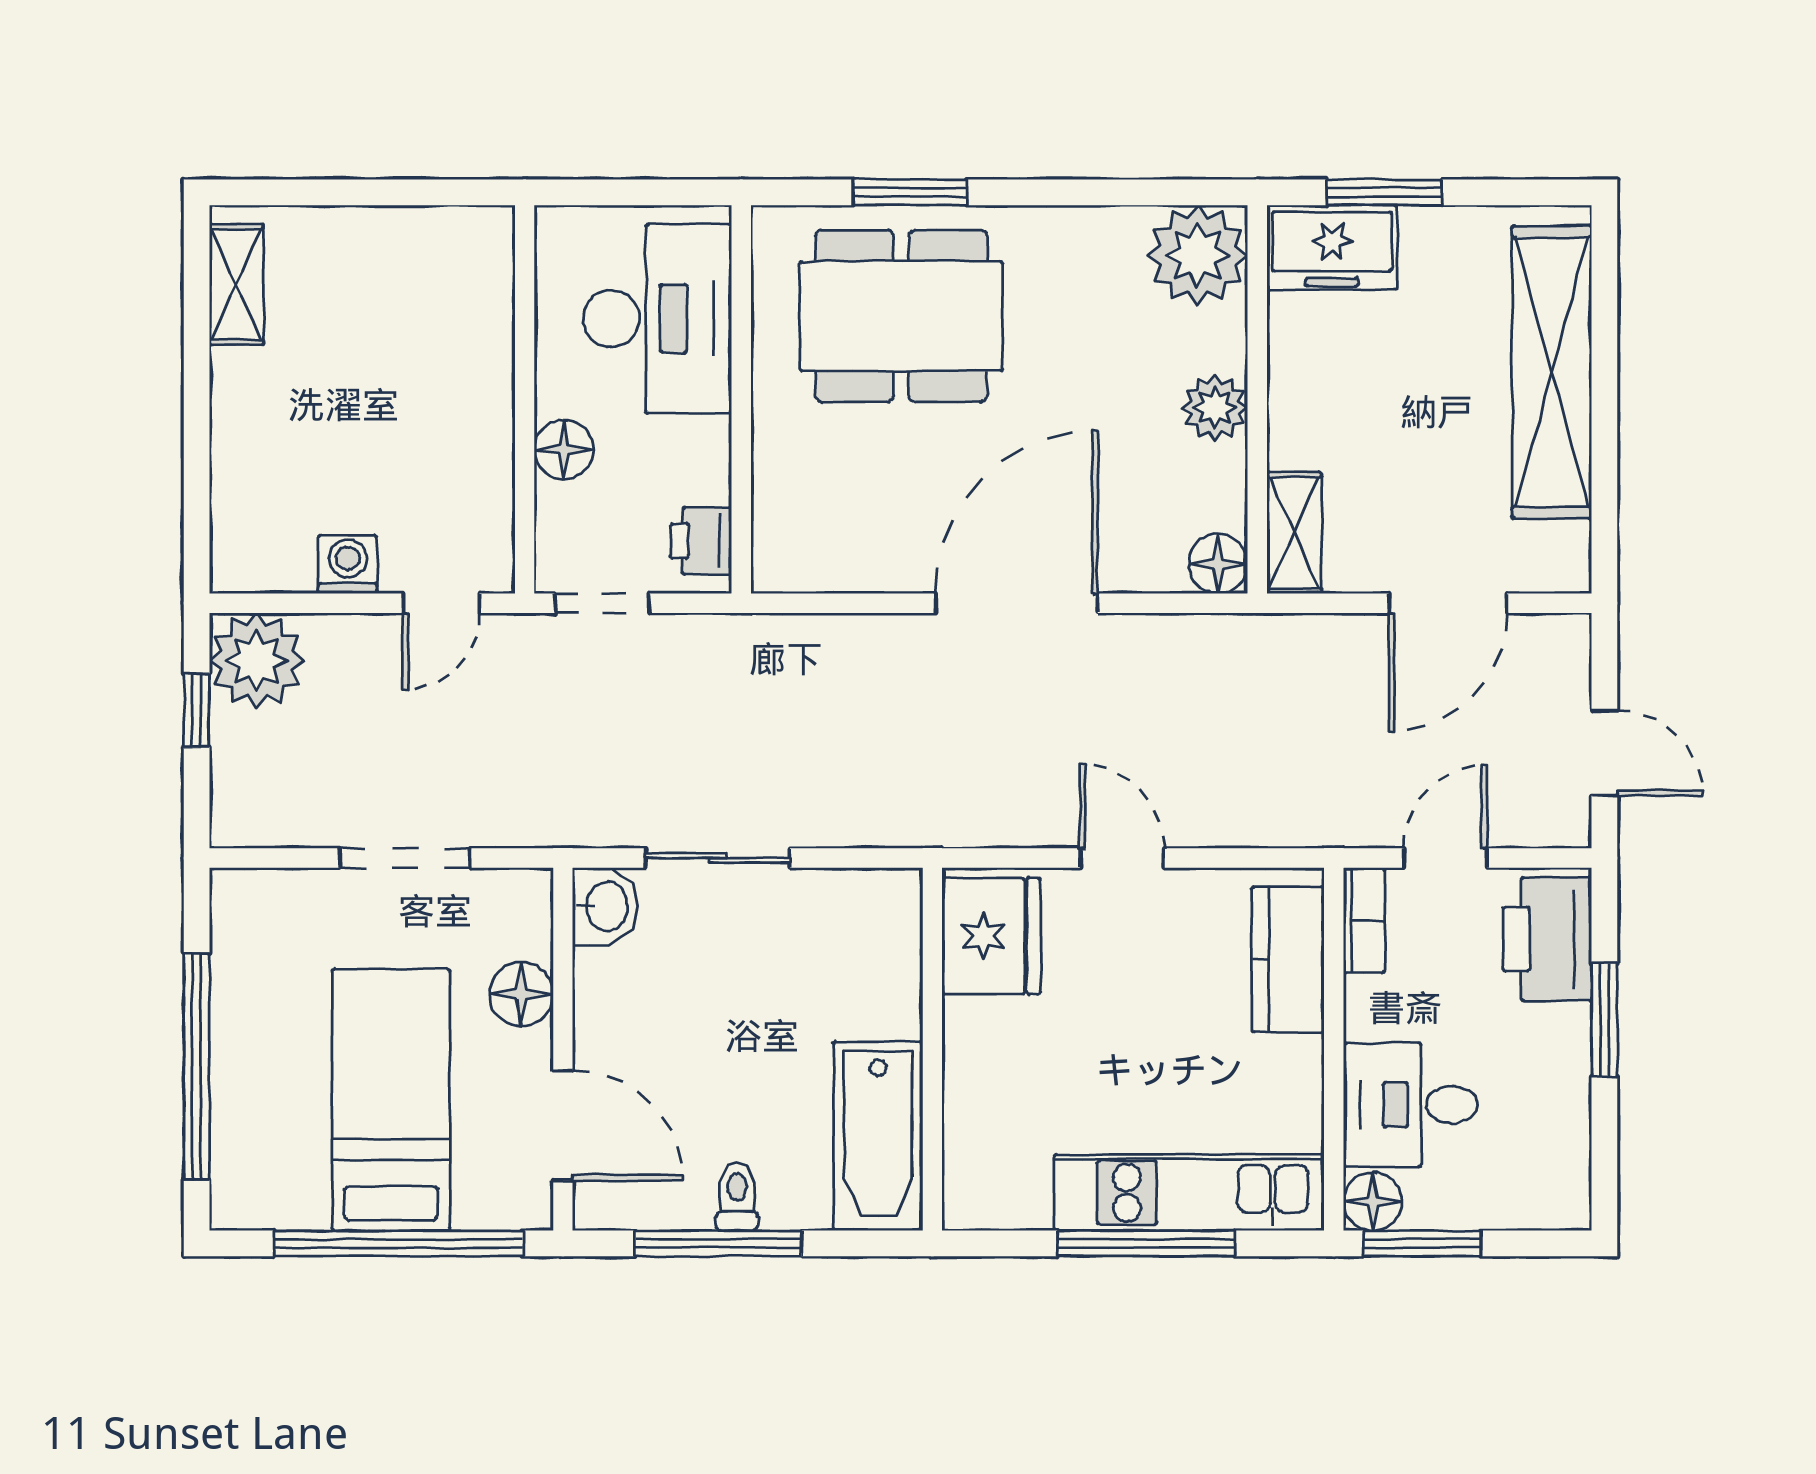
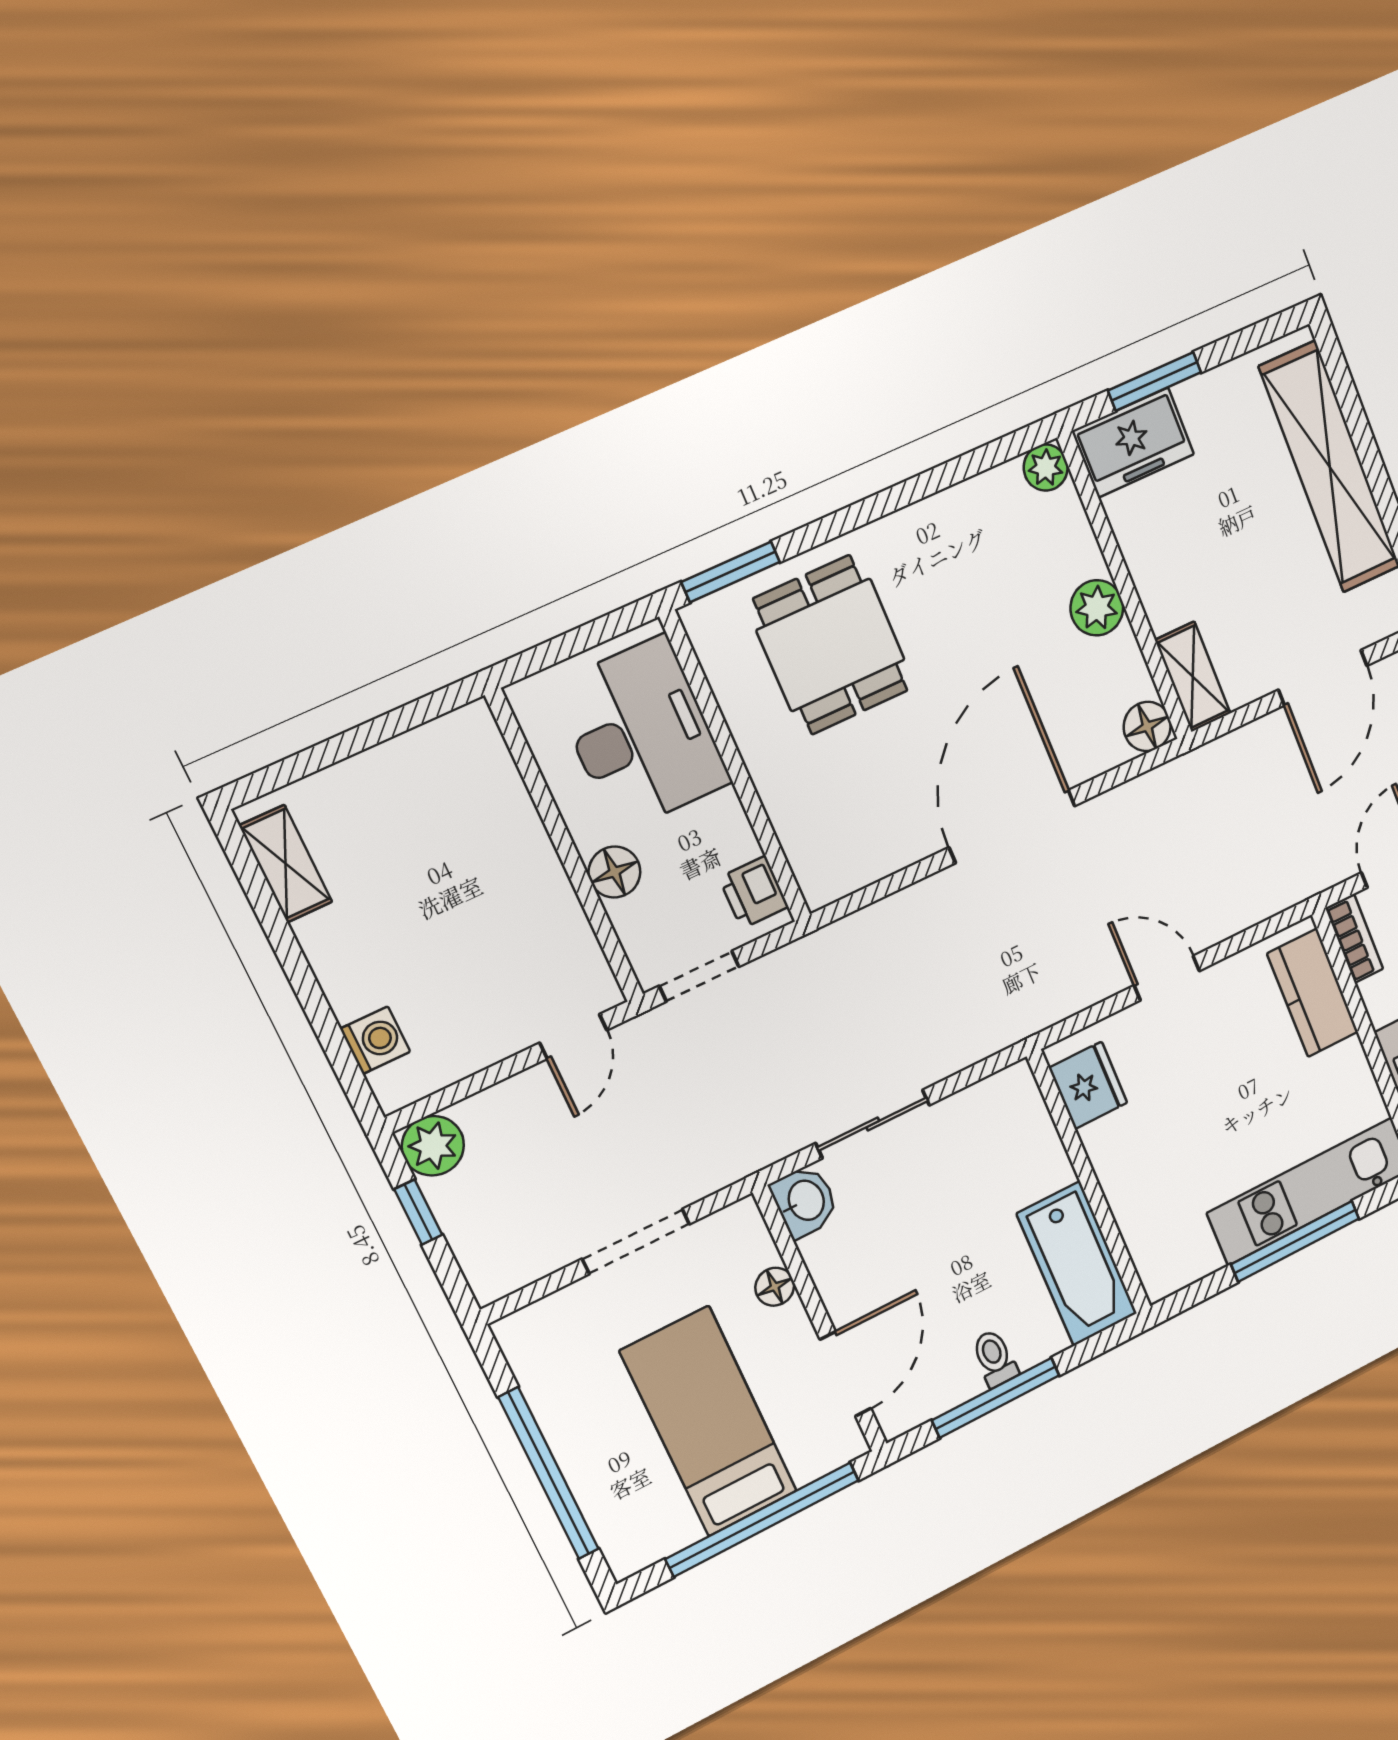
window: (910, 192) -> (731, 572), moved
plant: (1198, 255) -> (1046, 468), width x0.53, depth x0.53
dining table: (901, 316) -> (831, 645), width x0.73
washing machine: (348, 564) -> (375, 1040), moved, turned 90
plant: (257, 660) -> (433, 1146), width x0.73, depth x0.73
fridge: (991, 936) -> (1088, 1085), width x0.73, depth x0.75
floor lamp: (521, 994) -> (775, 1287), width x0.73, depth x0.73
door: (563, 1126) -> (845, 1374), hinge flipped

